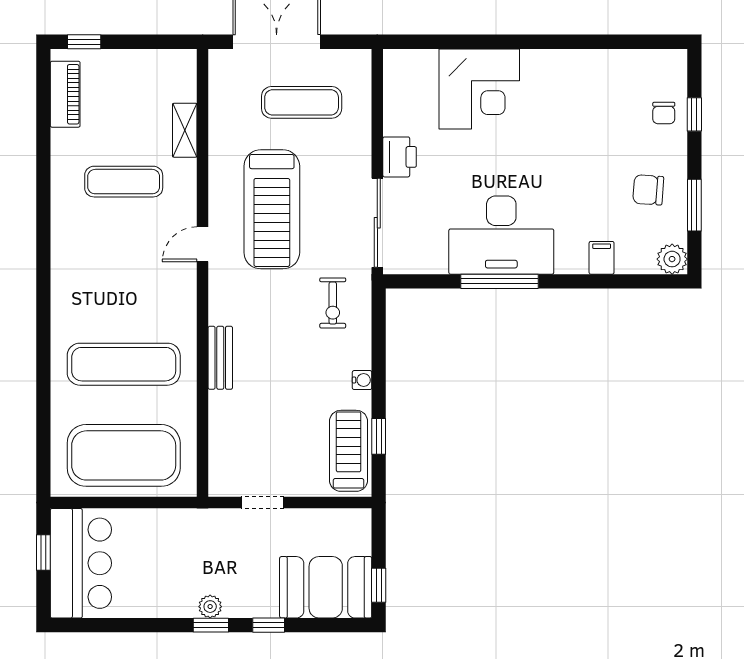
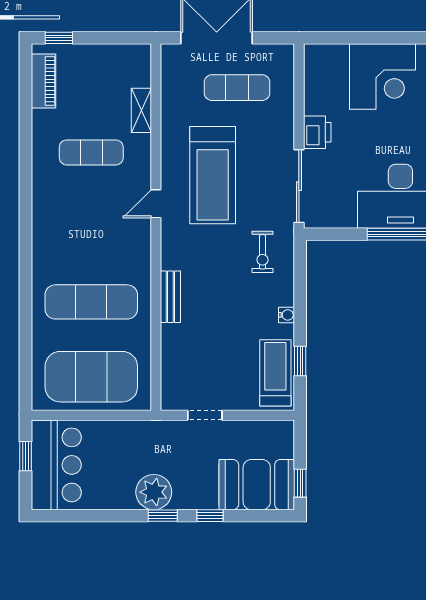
plant: (210, 607) -> (154, 492), width x1.87, depth x1.87

